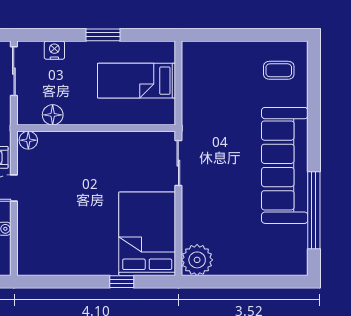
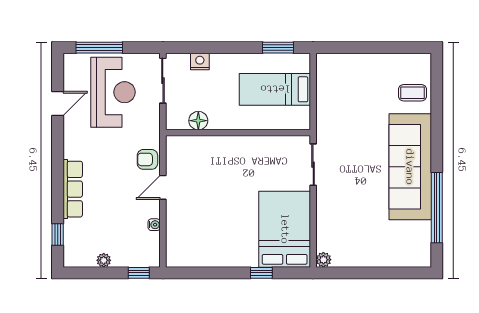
window: (103, 35) -> (278, 48), moved
coffee table: (279, 70) -> (413, 93), moved
floor lamp: (28, 140) -> (176, 144), removed
plant: (197, 260) -> (323, 260), width x0.53, depth x0.53

